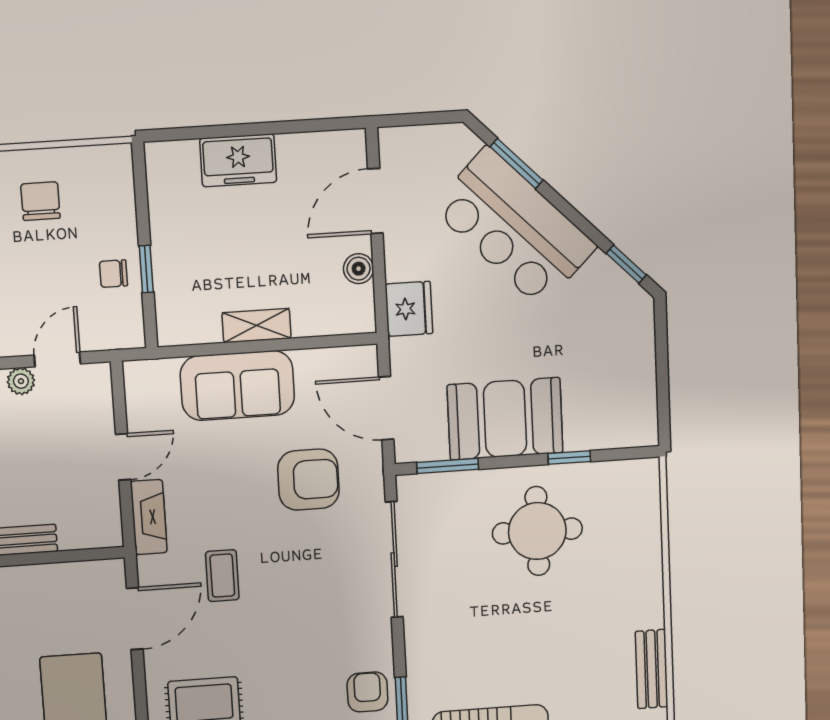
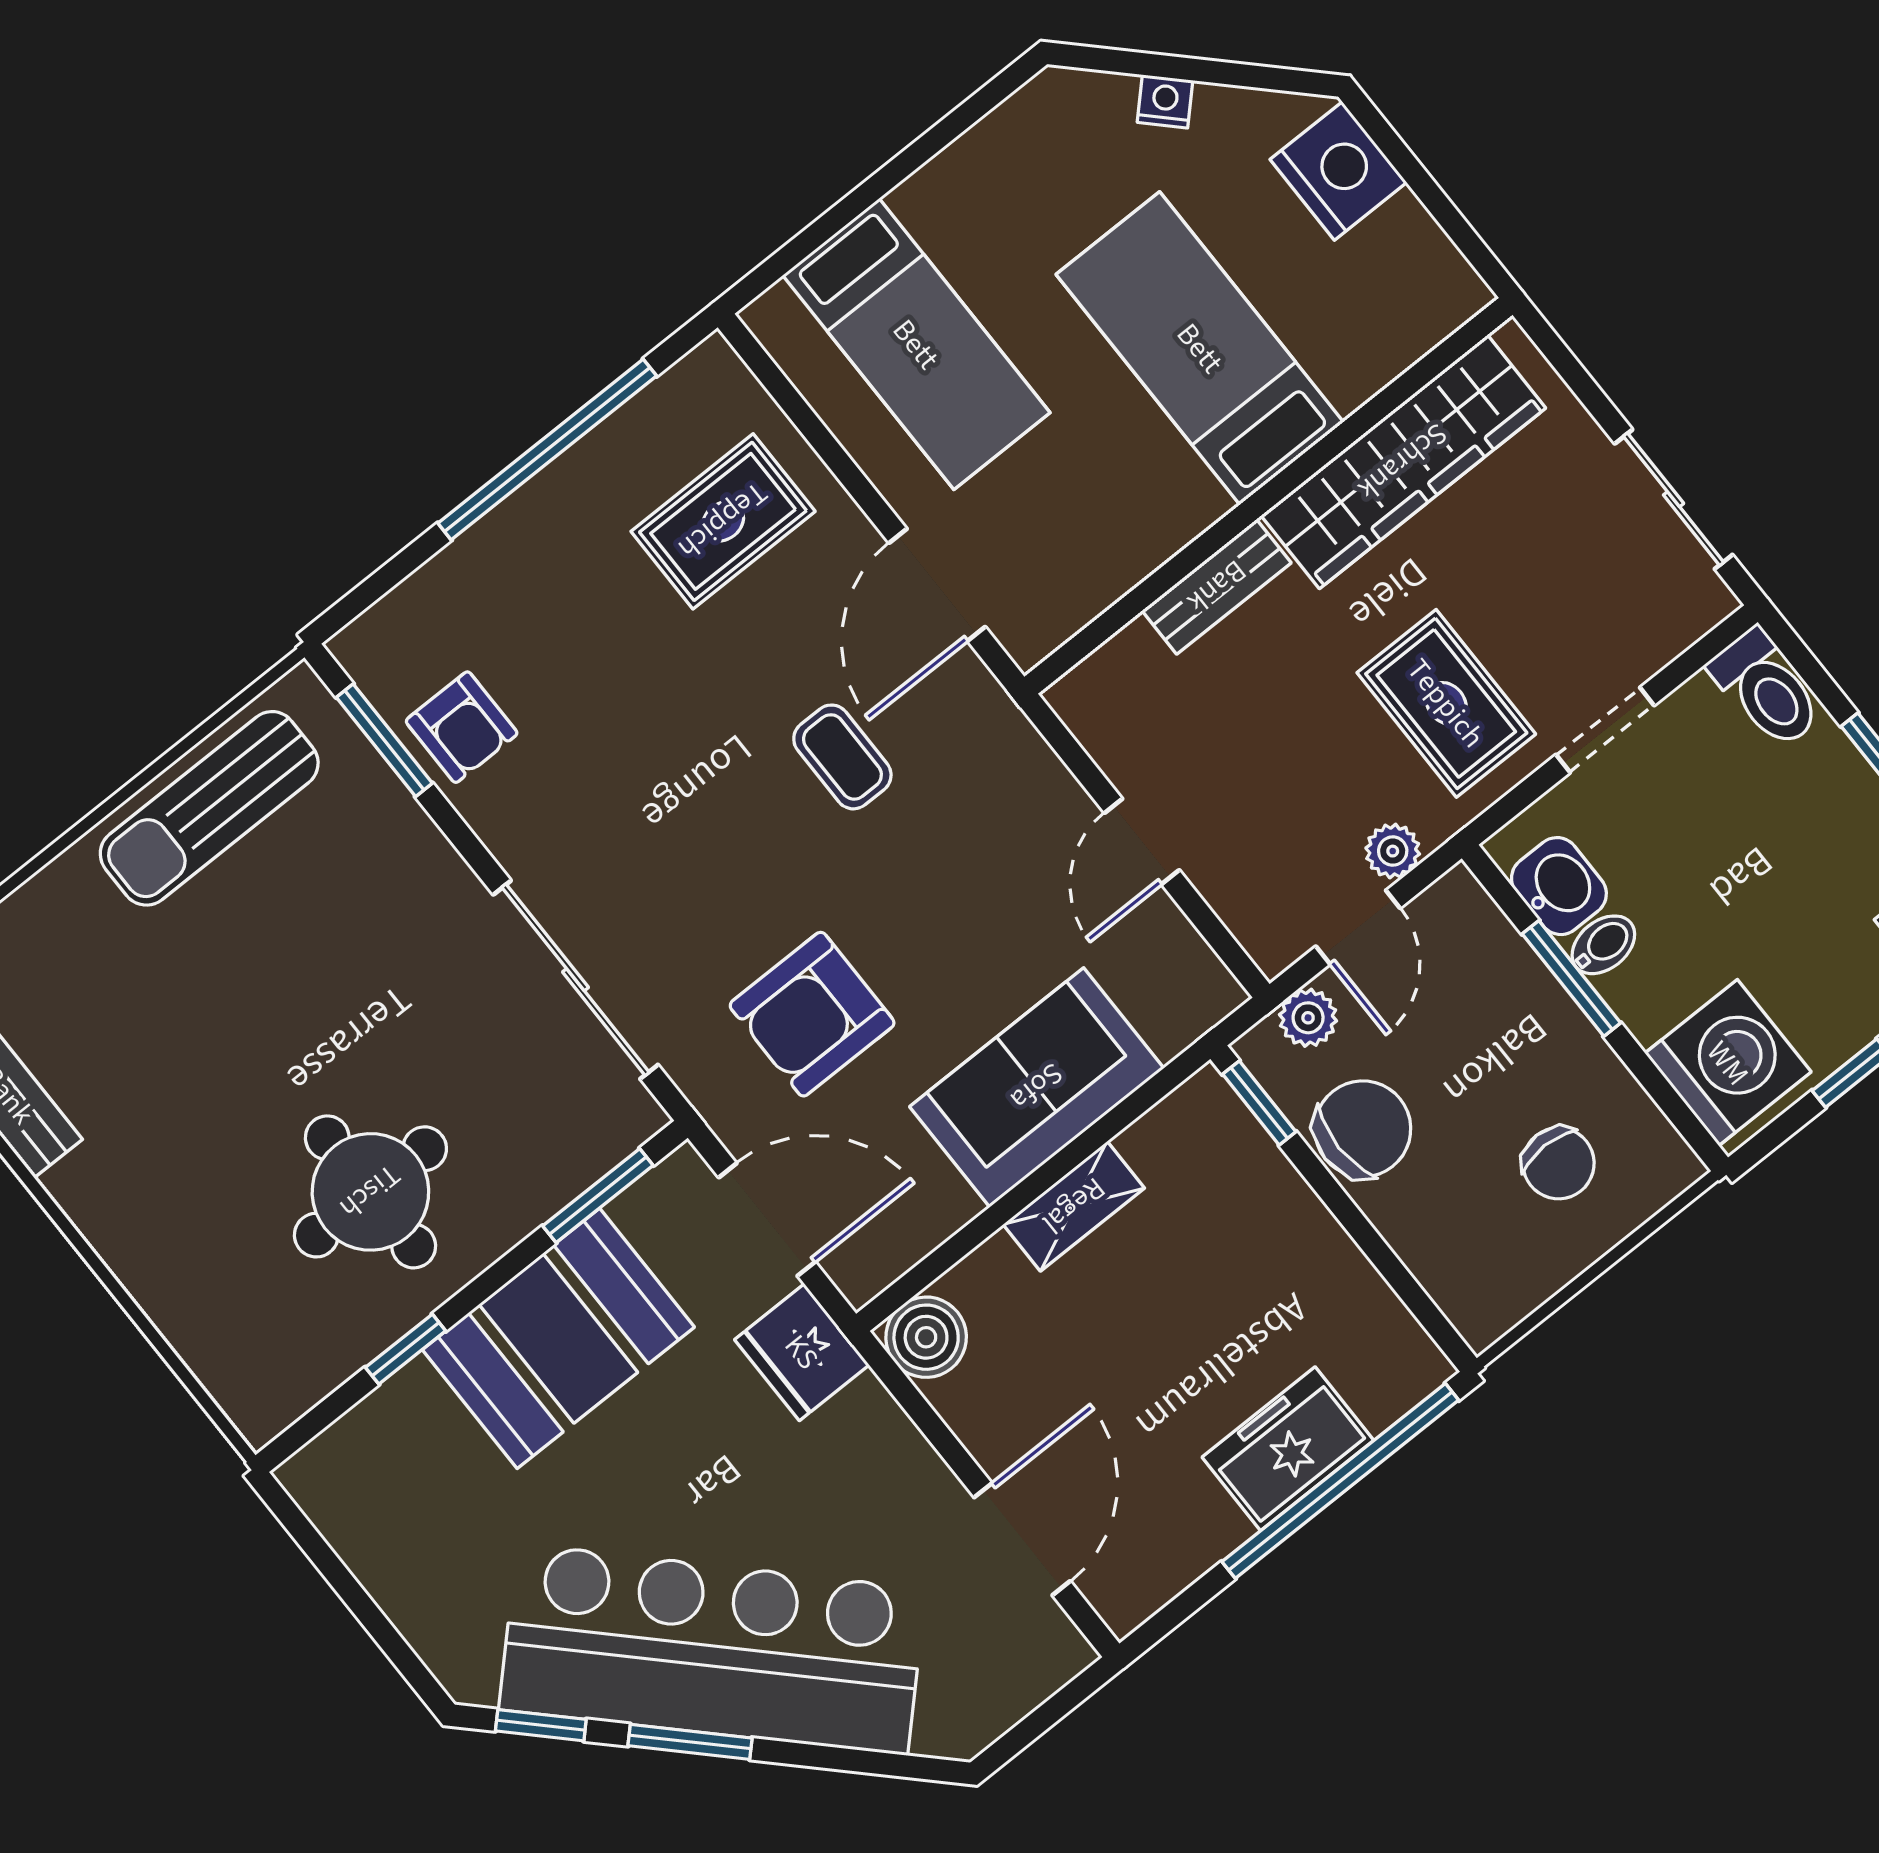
window: (226, 131) -> (1340, 1481), added
window: (517, 163) -> (690, 1742), moved
bar counter: (514, 227) -> (712, 1649), width x1.36
window: (146, 269) -> (1259, 1103), moved
boiler: (359, 269) -> (926, 1337), moved, width x1.36, depth x1.36
chair: (113, 274) -> (1363, 1129), width x1.87, depth x1.87
fridge: (409, 309) -> (802, 1352), moved
plant: (104, 336) -> (1308, 1018), added
fireplace: (149, 517) -> (1031, 771), removed

